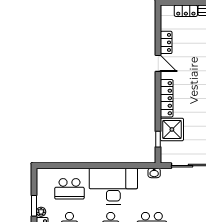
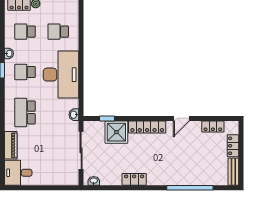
locker: (166, 42) -> (213, 126), moved
school desk: (69, 189) -> (58, 32), width x0.54

